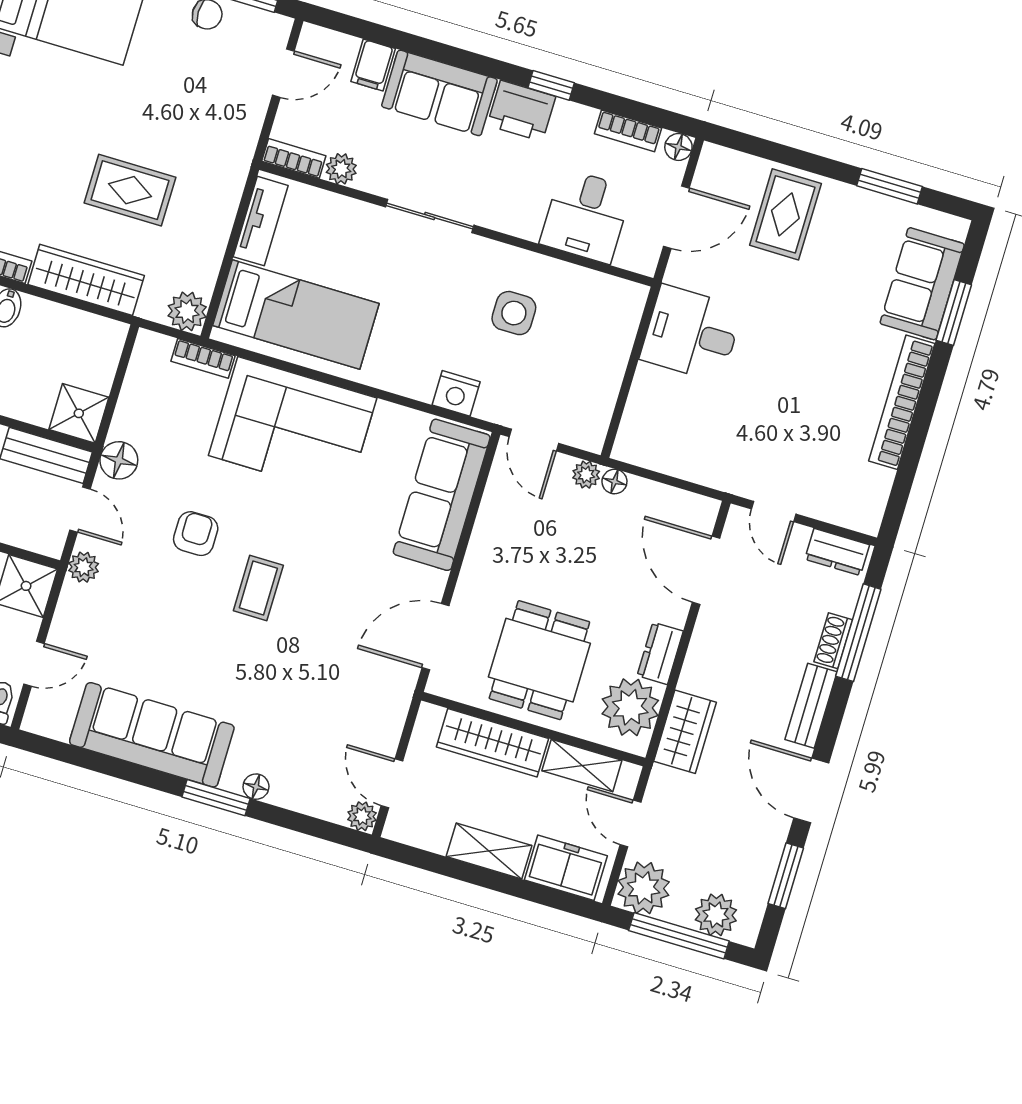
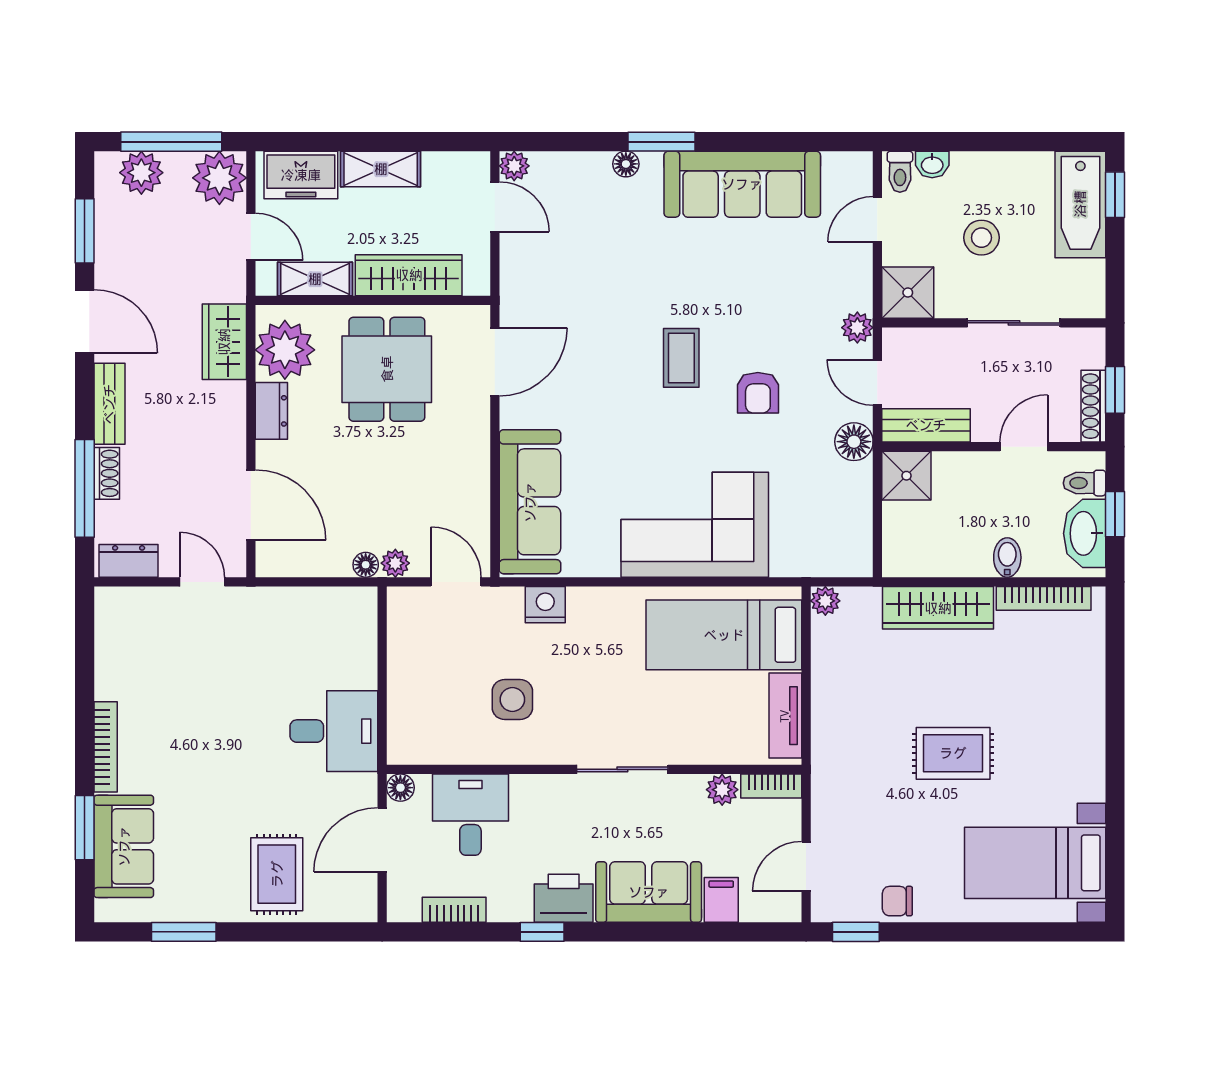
floor lamp: (678, 147) -> (400, 788), moved
rug: (130, 190) -> (953, 753), moved
plant: (187, 311) -> (825, 601), width x0.73, depth x0.73
bookcase: (203, 358) -> (802, 565), removed
bookcase: (902, 402) -> (106, 747), width x0.68, depth x0.76

